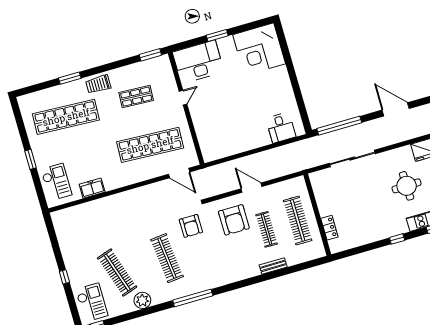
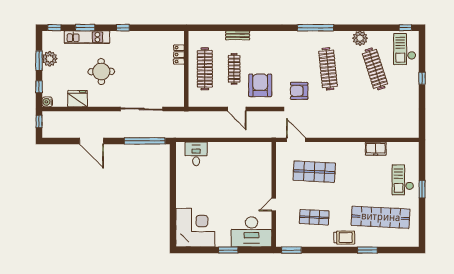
shop shelf: (150, 145) -> (314, 172), width x0.71
checkout: (56, 182) -> (403, 180), moved
armchair: (191, 226) -> (299, 91), turned -90

